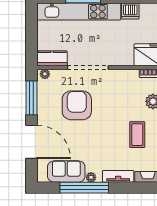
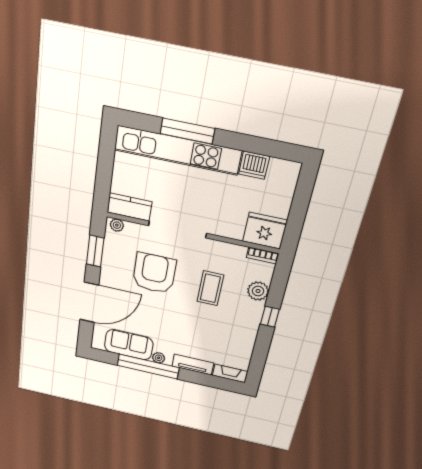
window: (31, 98) -> (95, 251), width x0.69
coffee table: (137, 135) -> (210, 288), moved
door: (31, 142) -> (89, 302), hinge flipped

